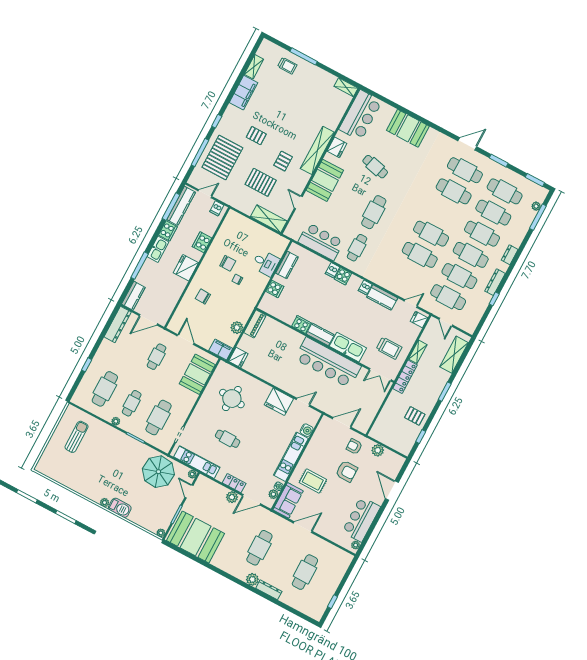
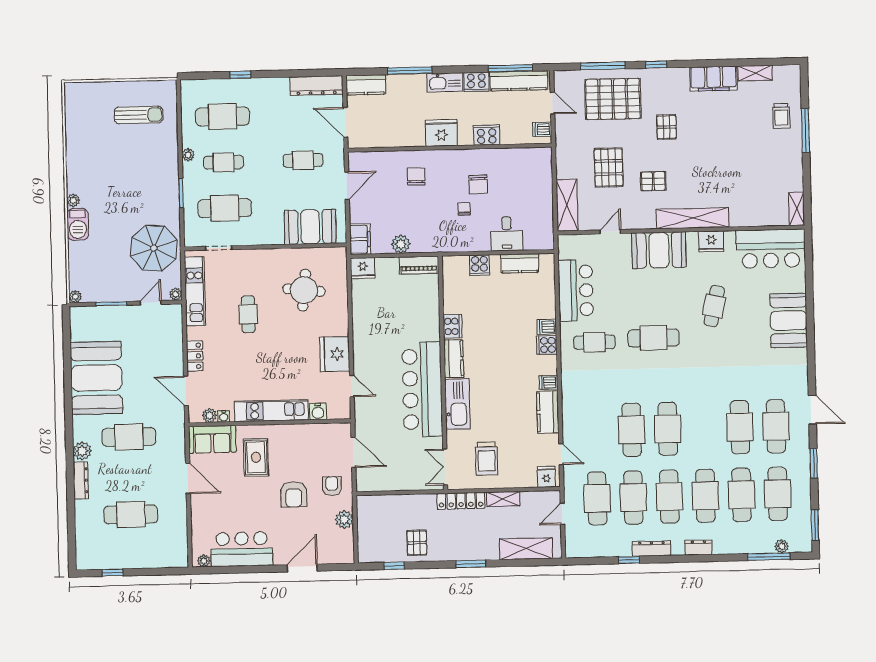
plant: (232, 497) -> (175, 363), removed
booth: (196, 537) -> (96, 378), moved

